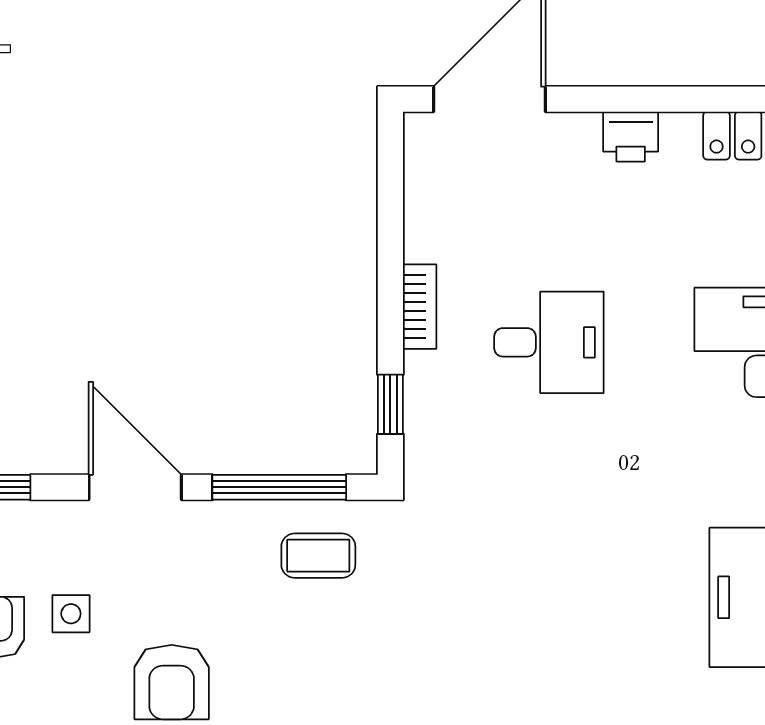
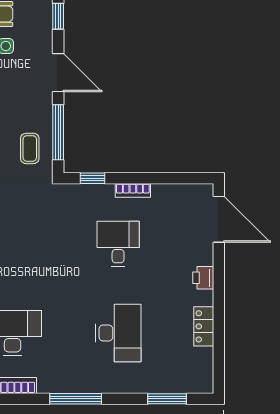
desk: (549, 342) -> (118, 244), turned 180
door: (135, 487) -> (58, 73), hinge flipped

